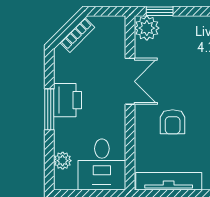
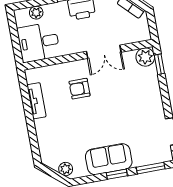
tv unit: (169, 181) -> (36, 101), width x0.71

